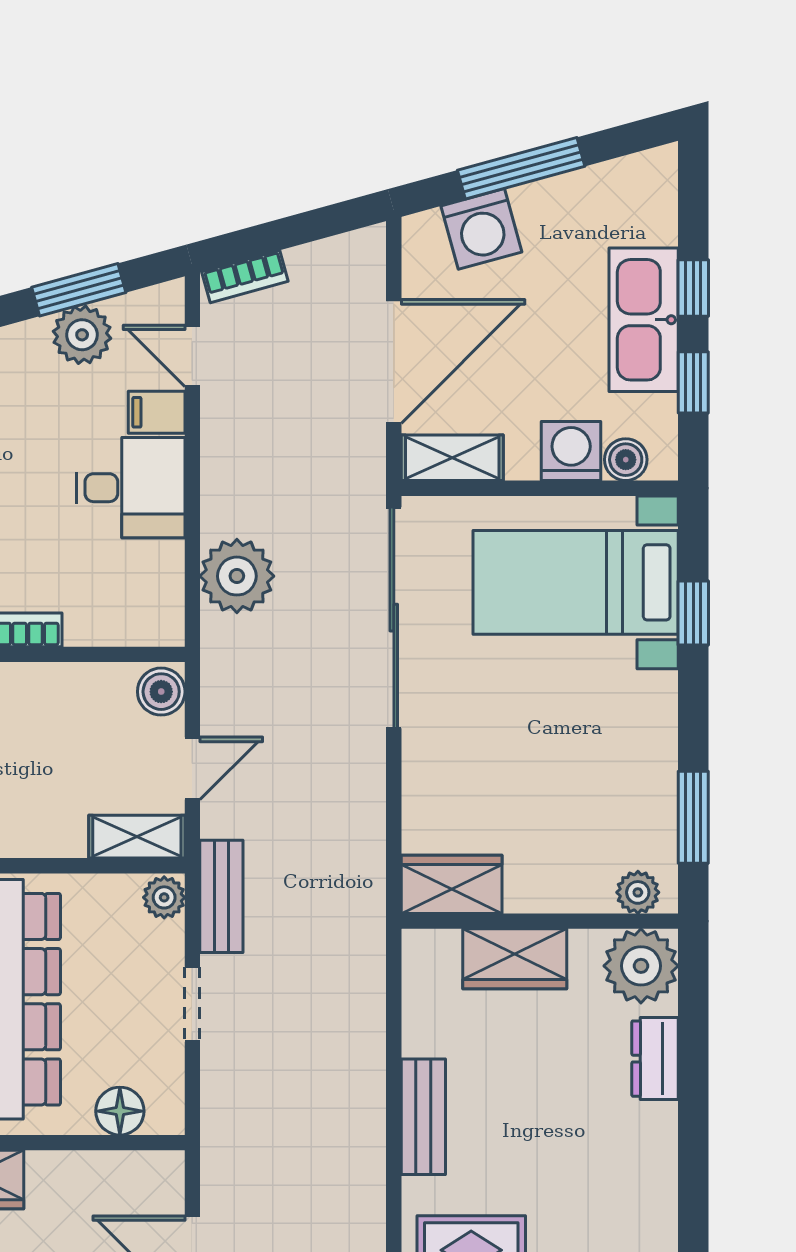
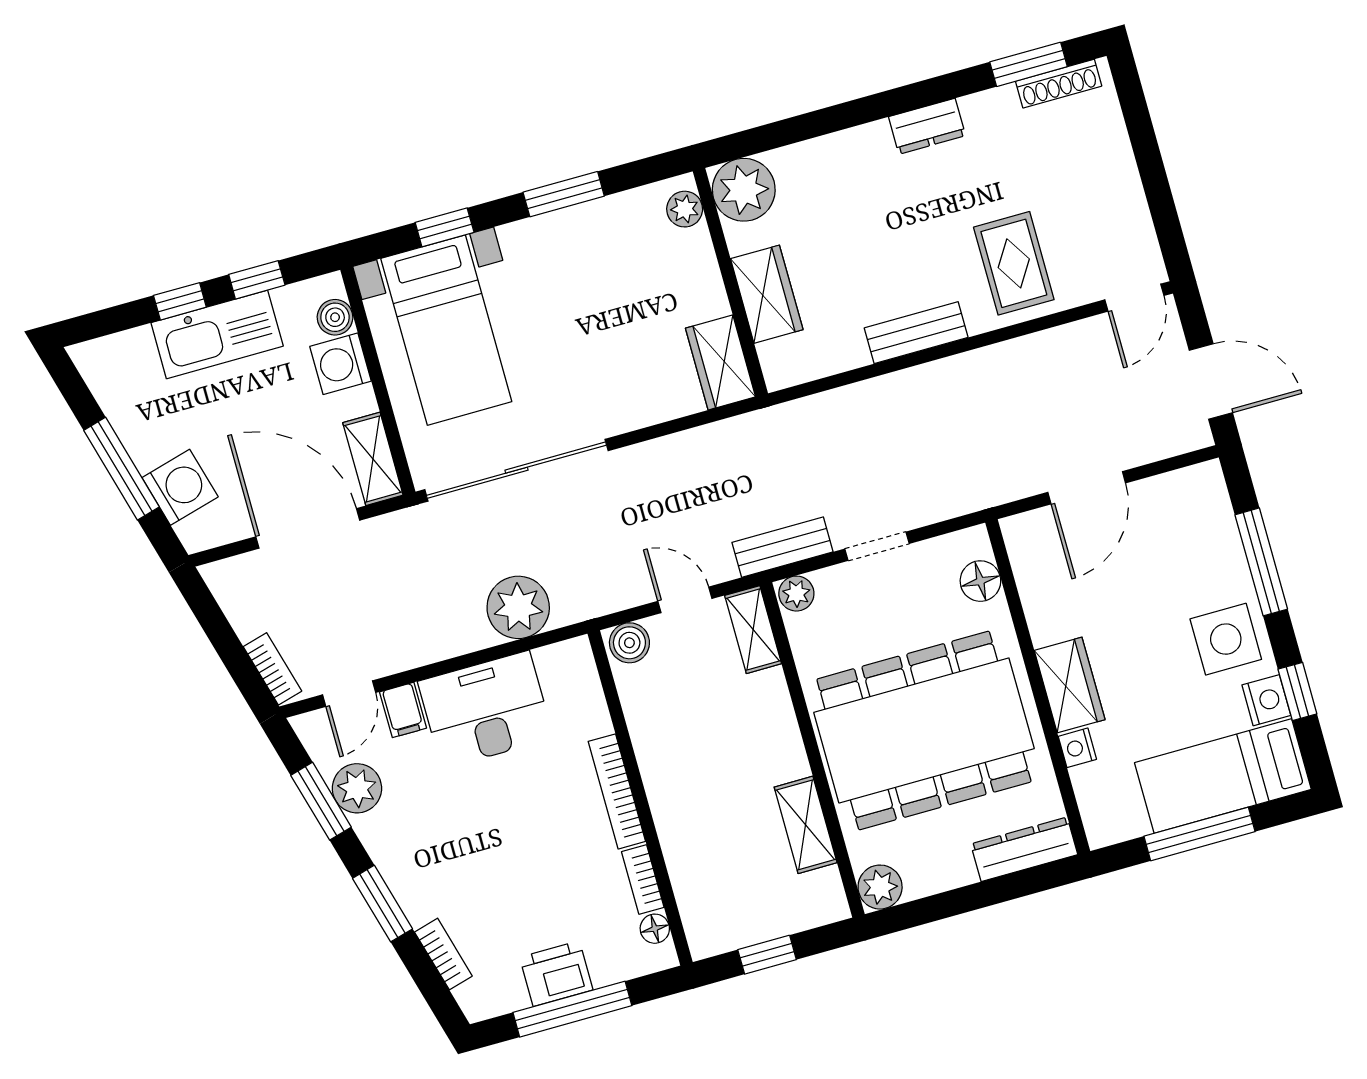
desk: (131, 488) -> (486, 710), width x1.37
window: (693, 817) -> (564, 194), moved
dresser: (655, 1059) -> (927, 126), moved

